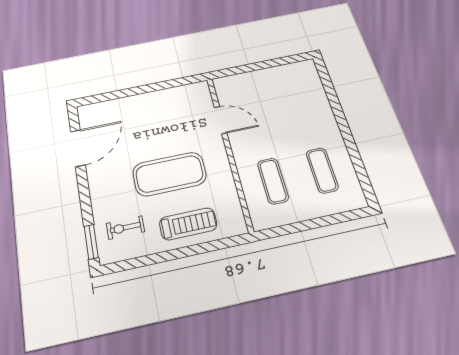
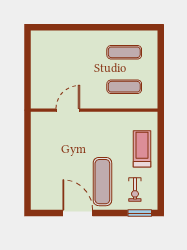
door: (78, 148) -> (78, 213), moved
exercise mat: (169, 174) -> (102, 182), moved, width x0.68

